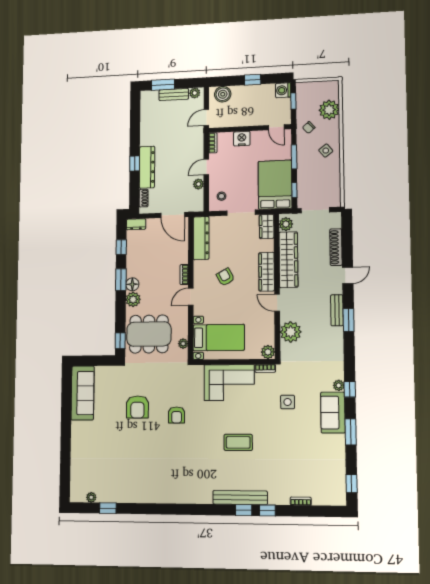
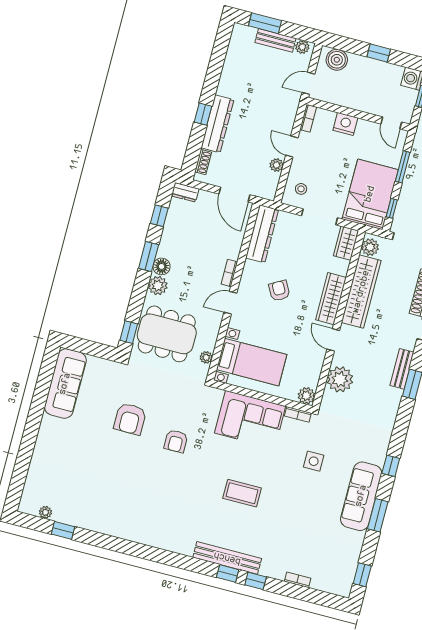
door: (206, 167) -> (292, 146), hinge flipped
plant: (339, 385) -> (379, 458), removed
sofa: (333, 413) -> (361, 496), width x1.36

